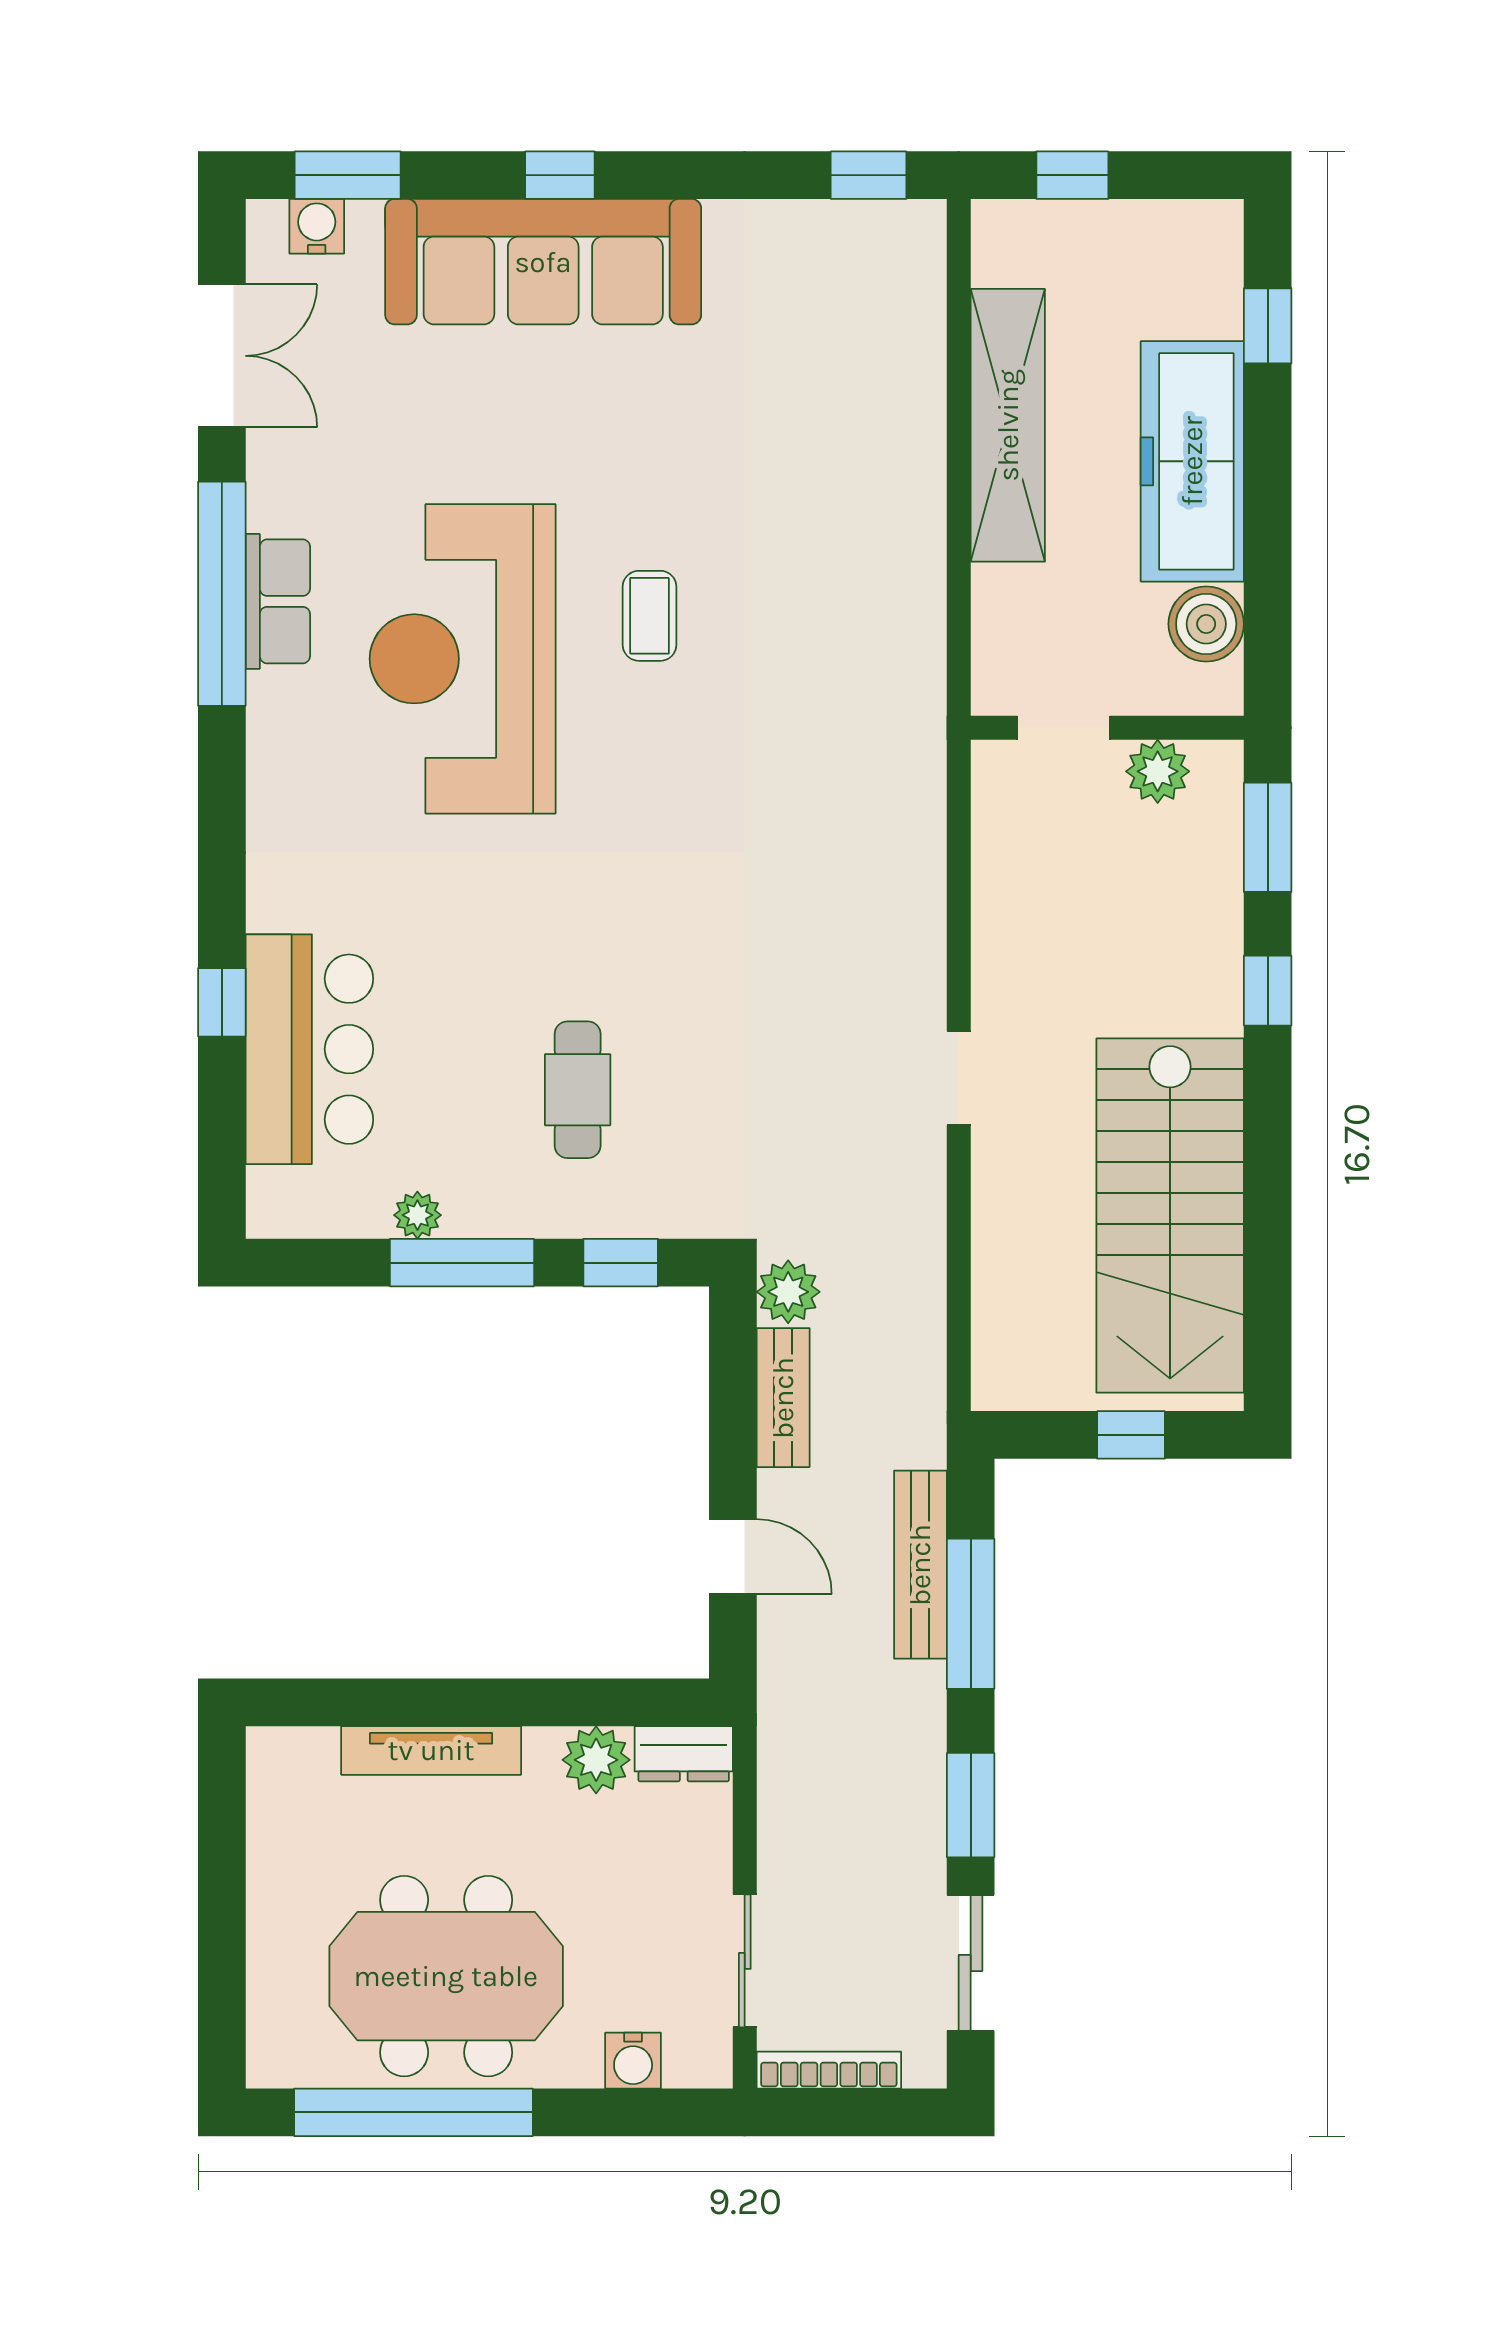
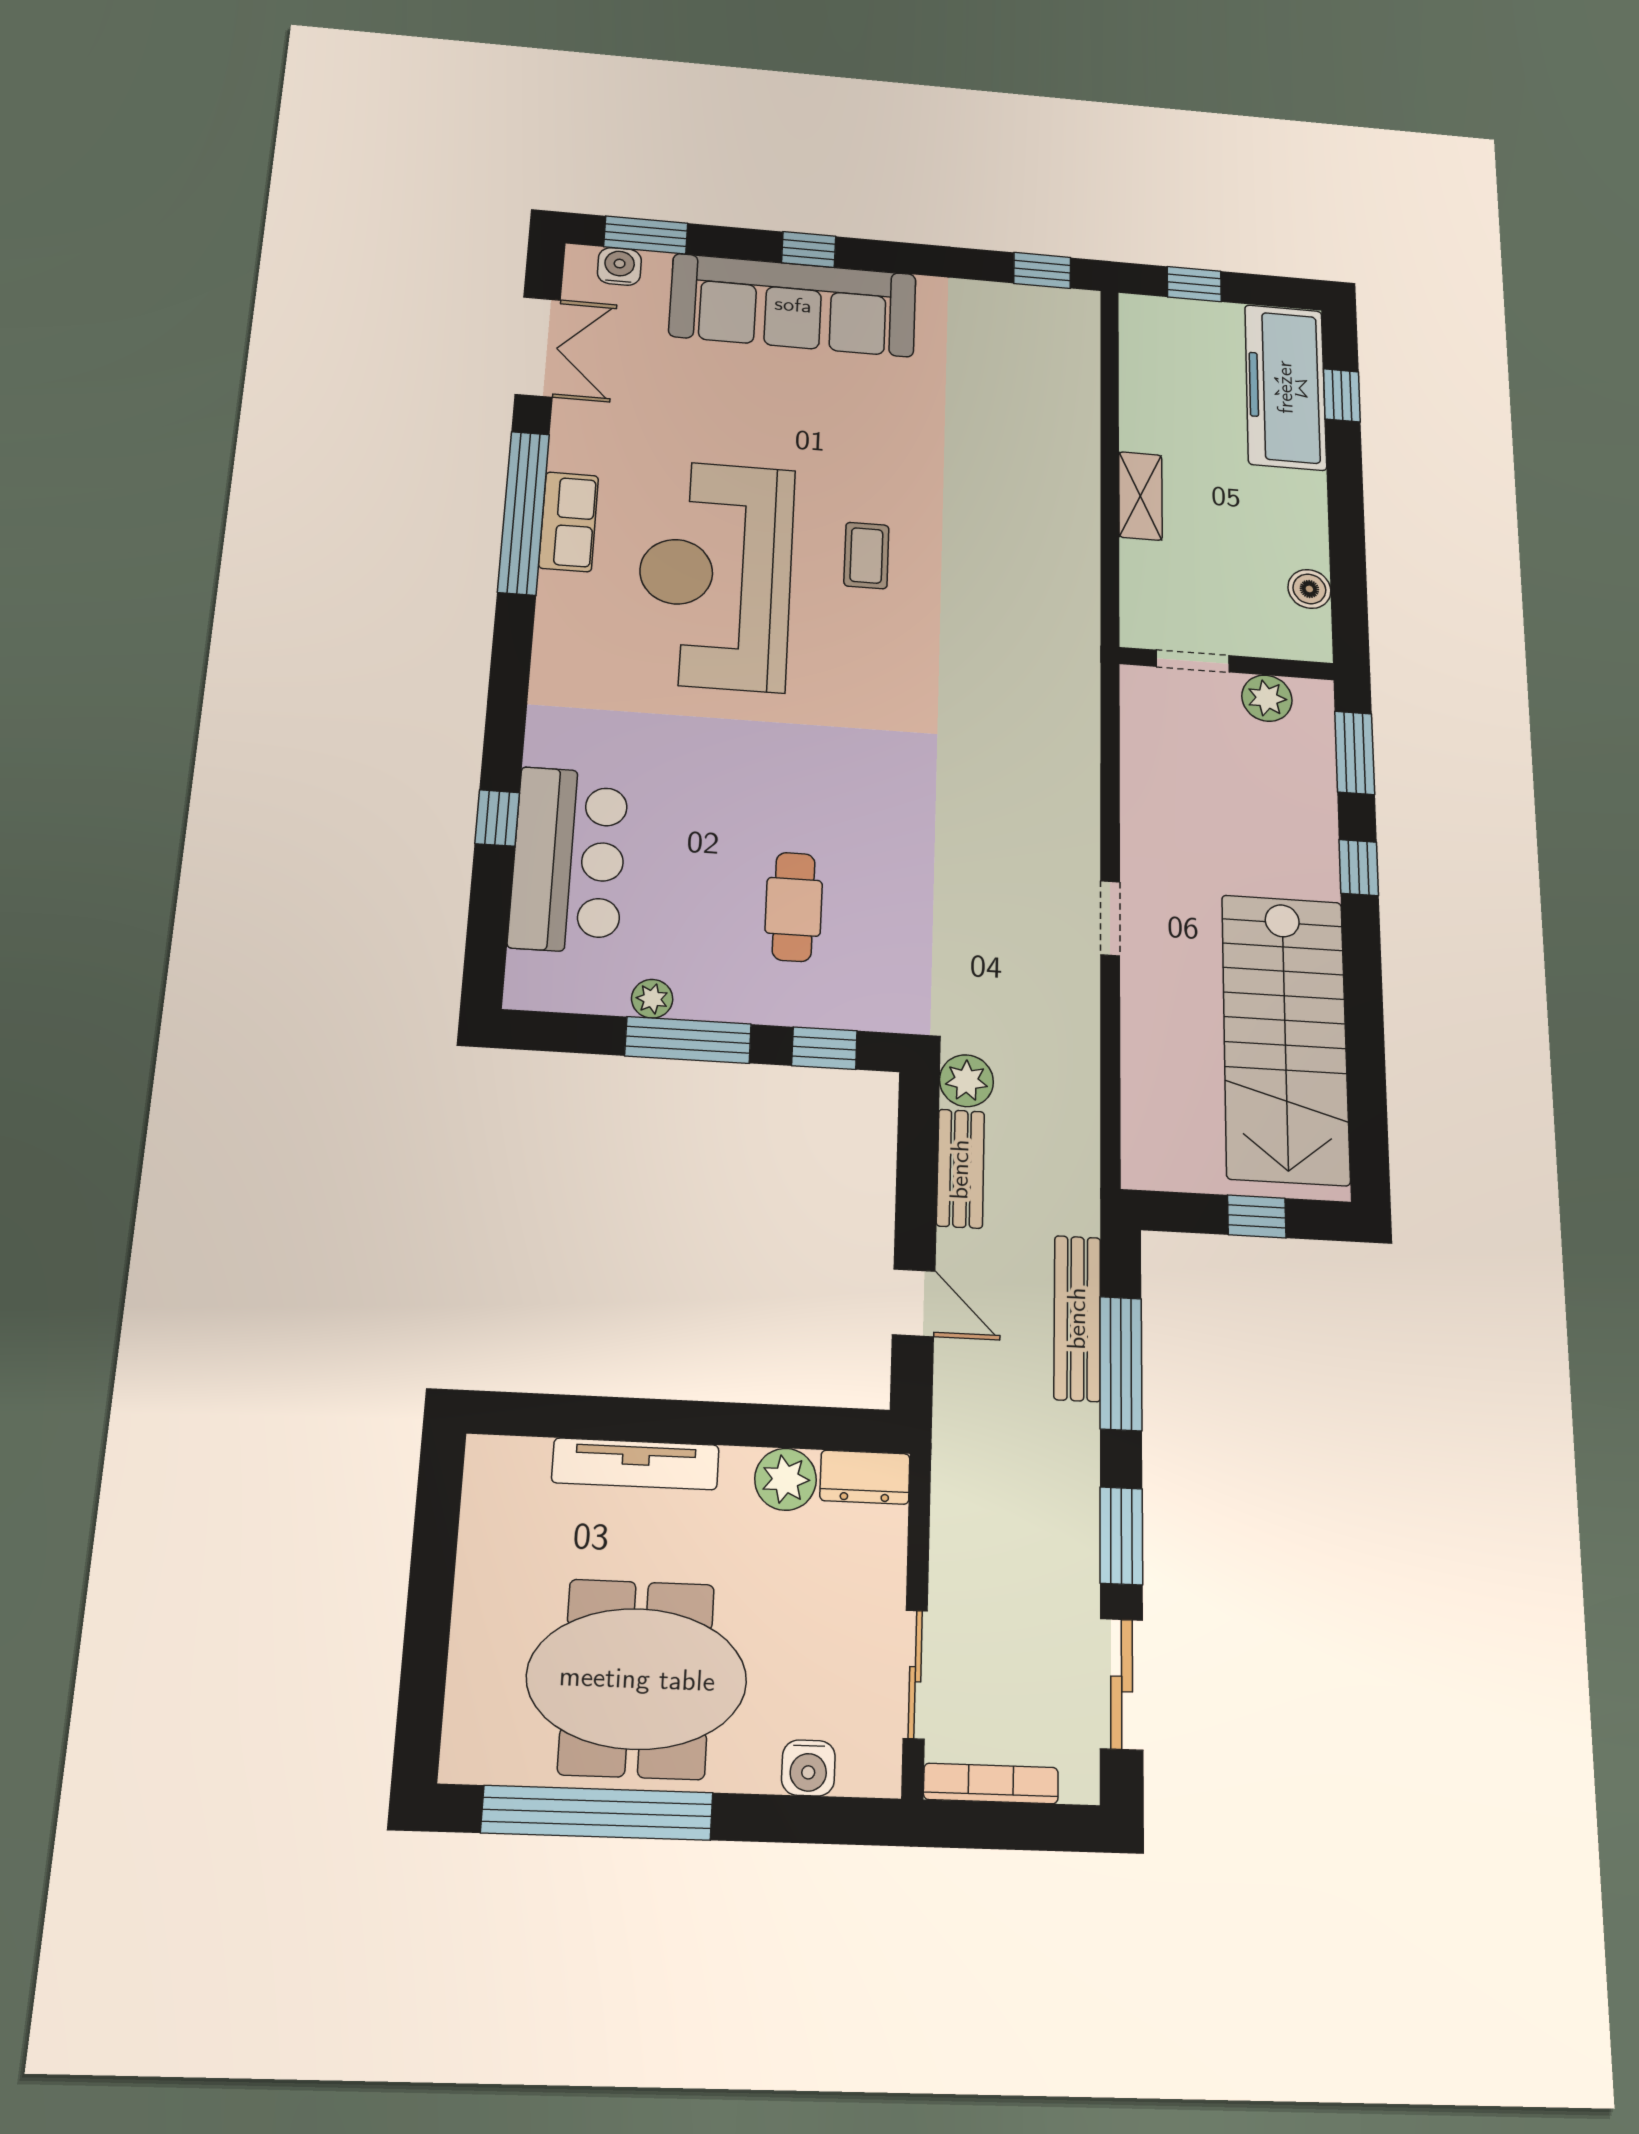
shelving: (1008, 425) -> (1140, 496), width x0.45, depth x0.75
freezer: (1192, 461) -> (1285, 387), moved
boiler: (1206, 624) -> (1309, 589), width x0.73, depth x0.73

